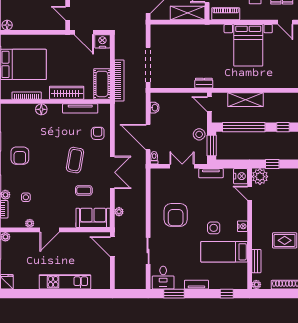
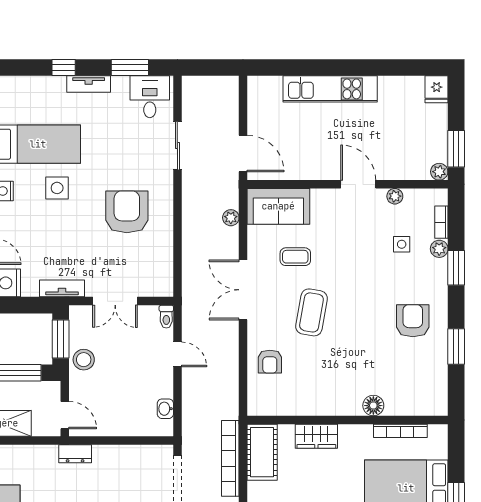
wardrobe: (67, 93) -> (316, 436), width x0.67
tv unit: (80, 108) -> (302, 407), removed
door: (148, 137) -> (177, 354), width x0.53
door: (50, 230) -> (358, 184), hinge flipped
window: (227, 294) -> (64, 67), moved

